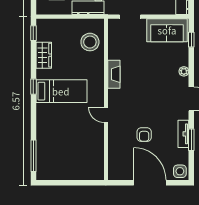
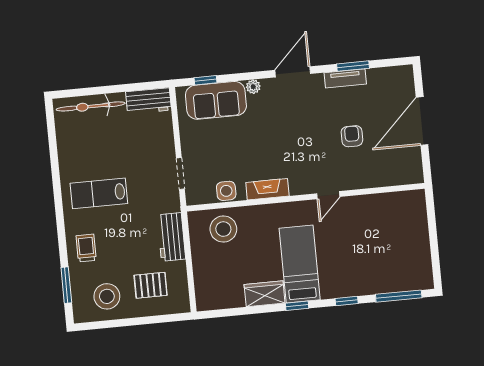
sofa: (167, 30) -> (216, 100), moved, turned 90
window: (33, 33) -> (347, 301), moved
wardrobe: (44, 55) -> (265, 294), moved
armchair: (144, 135) -> (352, 136), turned -90
side table: (180, 171) -> (226, 191), moved

